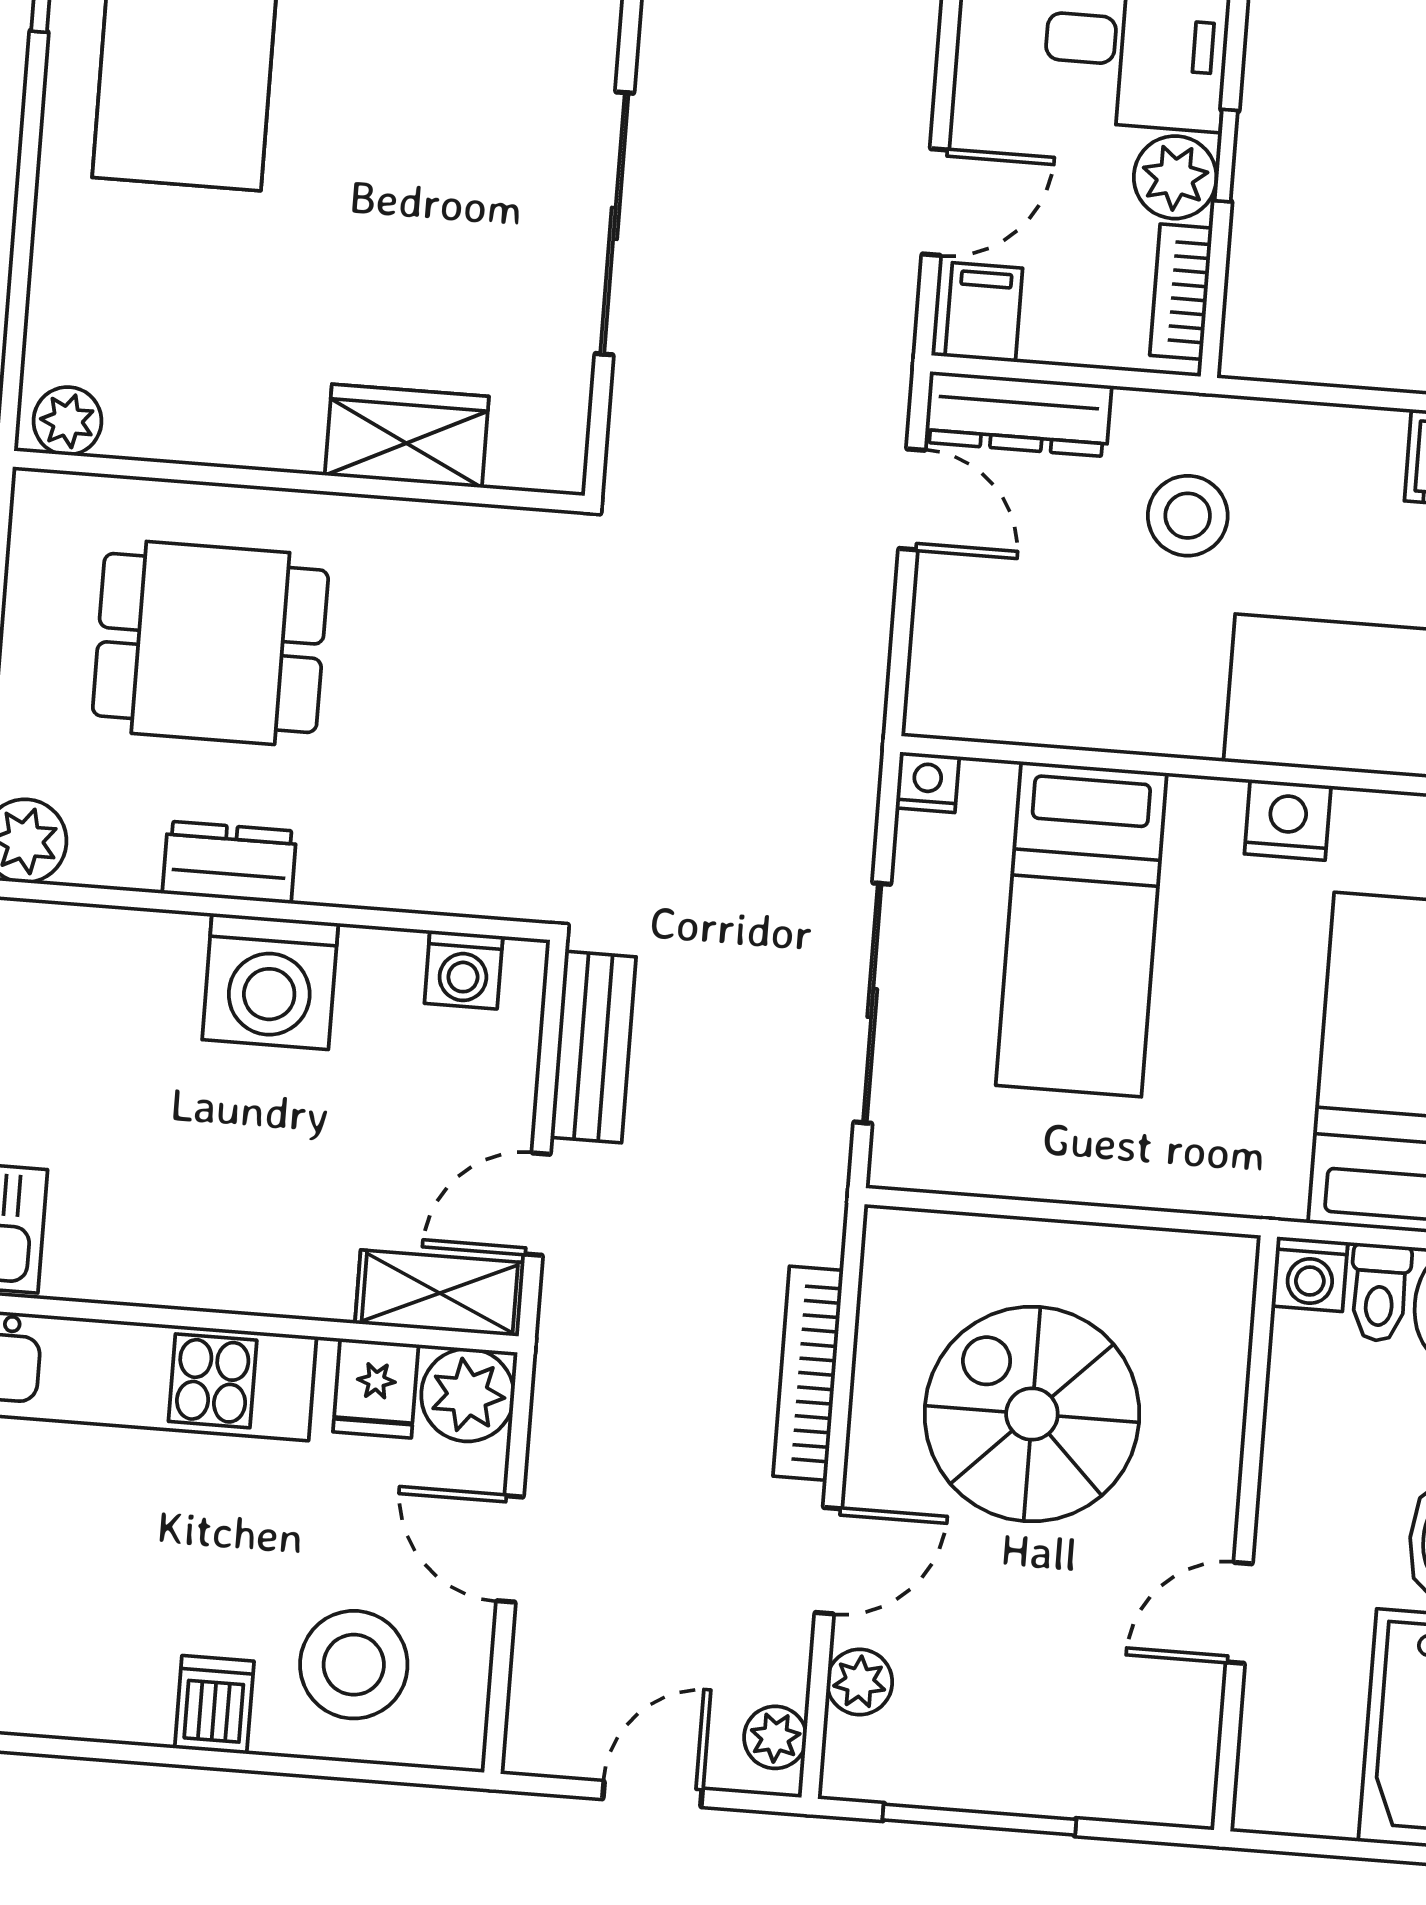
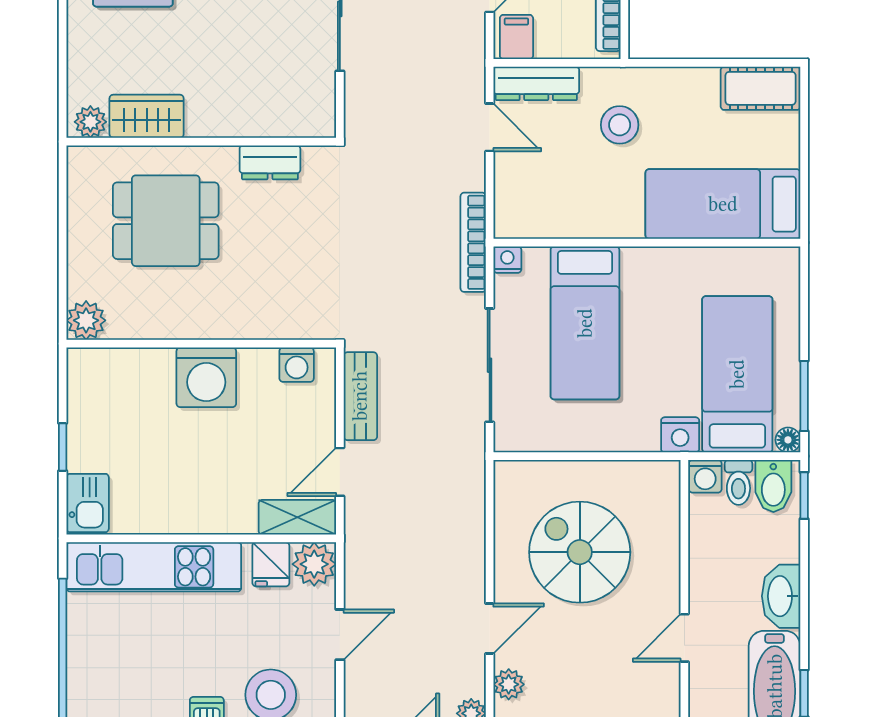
wardrobe: (407, 436) -> (147, 116), moved
nightstand: (1288, 820) -> (680, 435), moved, turned 180
dresser: (229, 862) -> (270, 162), moved, turned 180
bookcase: (808, 1373) -> (473, 242), moved
door: (510, 1549) -> (340, 635), swing flipped

